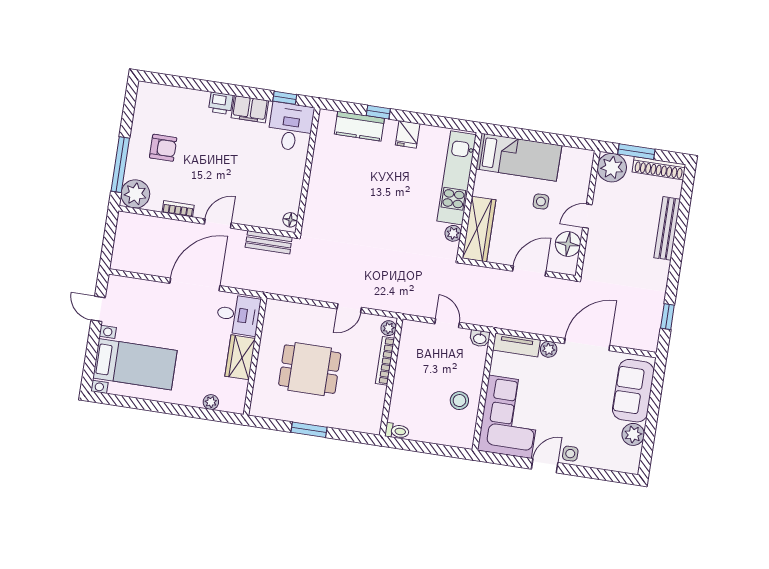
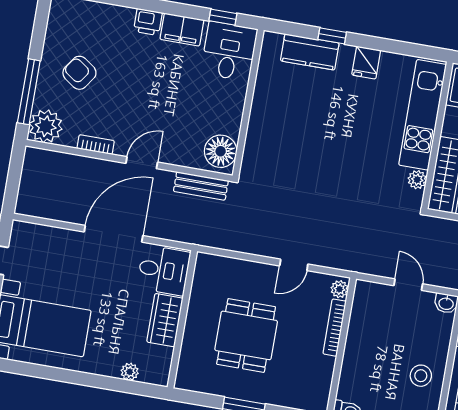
armchair: (163, 148) -> (79, 73), turned -145
floor lamp: (290, 220) -> (221, 151), width x1.89, depth x1.89
dining table: (310, 369) -> (246, 335), turned 90

